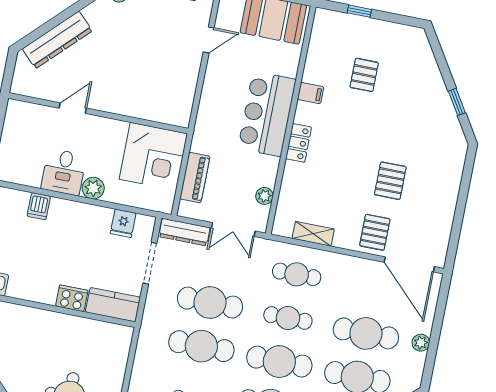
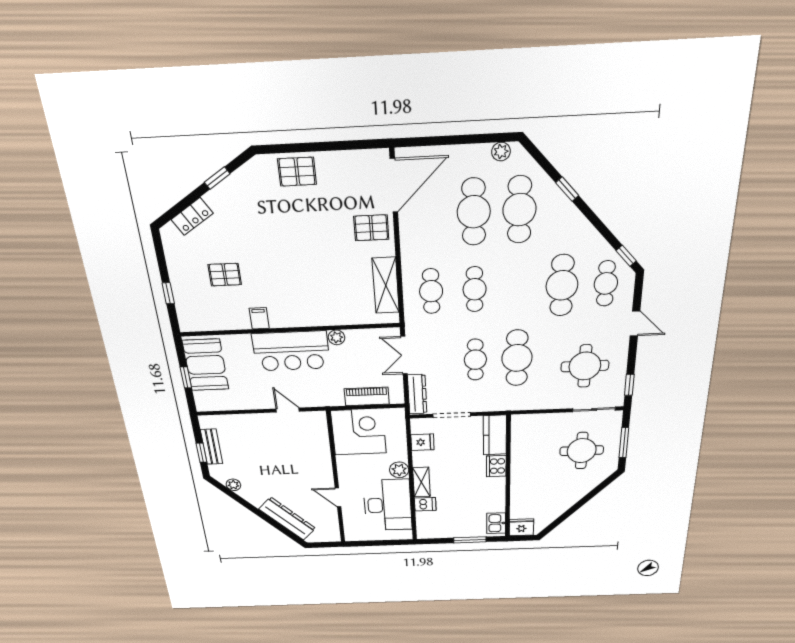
door: (209, 40) -> (288, 410), moved
locker: (299, 143) -> (192, 216), moved, turned 148
desk: (64, 172) -> (388, 505), width x1.87, depth x1.30
pallet: (390, 181) -> (297, 172), moved
plant: (264, 196) -> (337, 337), moved
shelving: (71, 209) -> (421, 482), added
double door: (233, 230) -> (404, 355), swing flipped
shelving: (313, 234) -> (386, 285), width x1.50, depth x1.33
cafe table: (210, 303) -> (475, 360), width x0.73, depth x0.74
plant: (421, 343) -> (501, 152), moved
cafe table: (279, 362) -> (518, 287), removed

